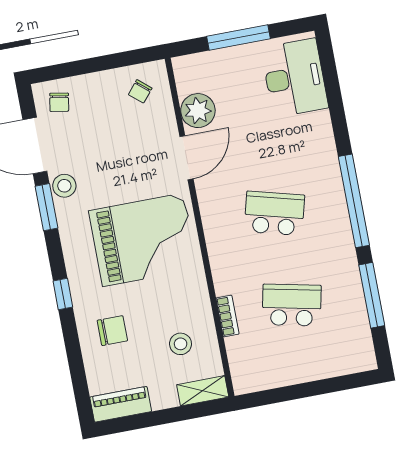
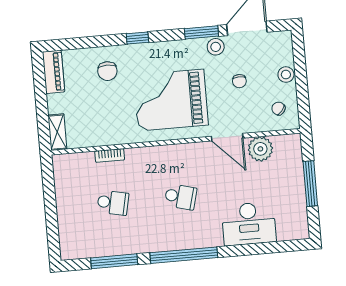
desk: (295, 78) -> (249, 224), moved
chair: (59, 102) -> (239, 81), moved, turned -100
school desk: (274, 213) -> (181, 197), width x0.54
grand piano: (143, 240) -> (171, 100), turned 90
school desk: (292, 305) -> (113, 203), width x0.54
stool: (181, 344) -> (286, 75), moved

